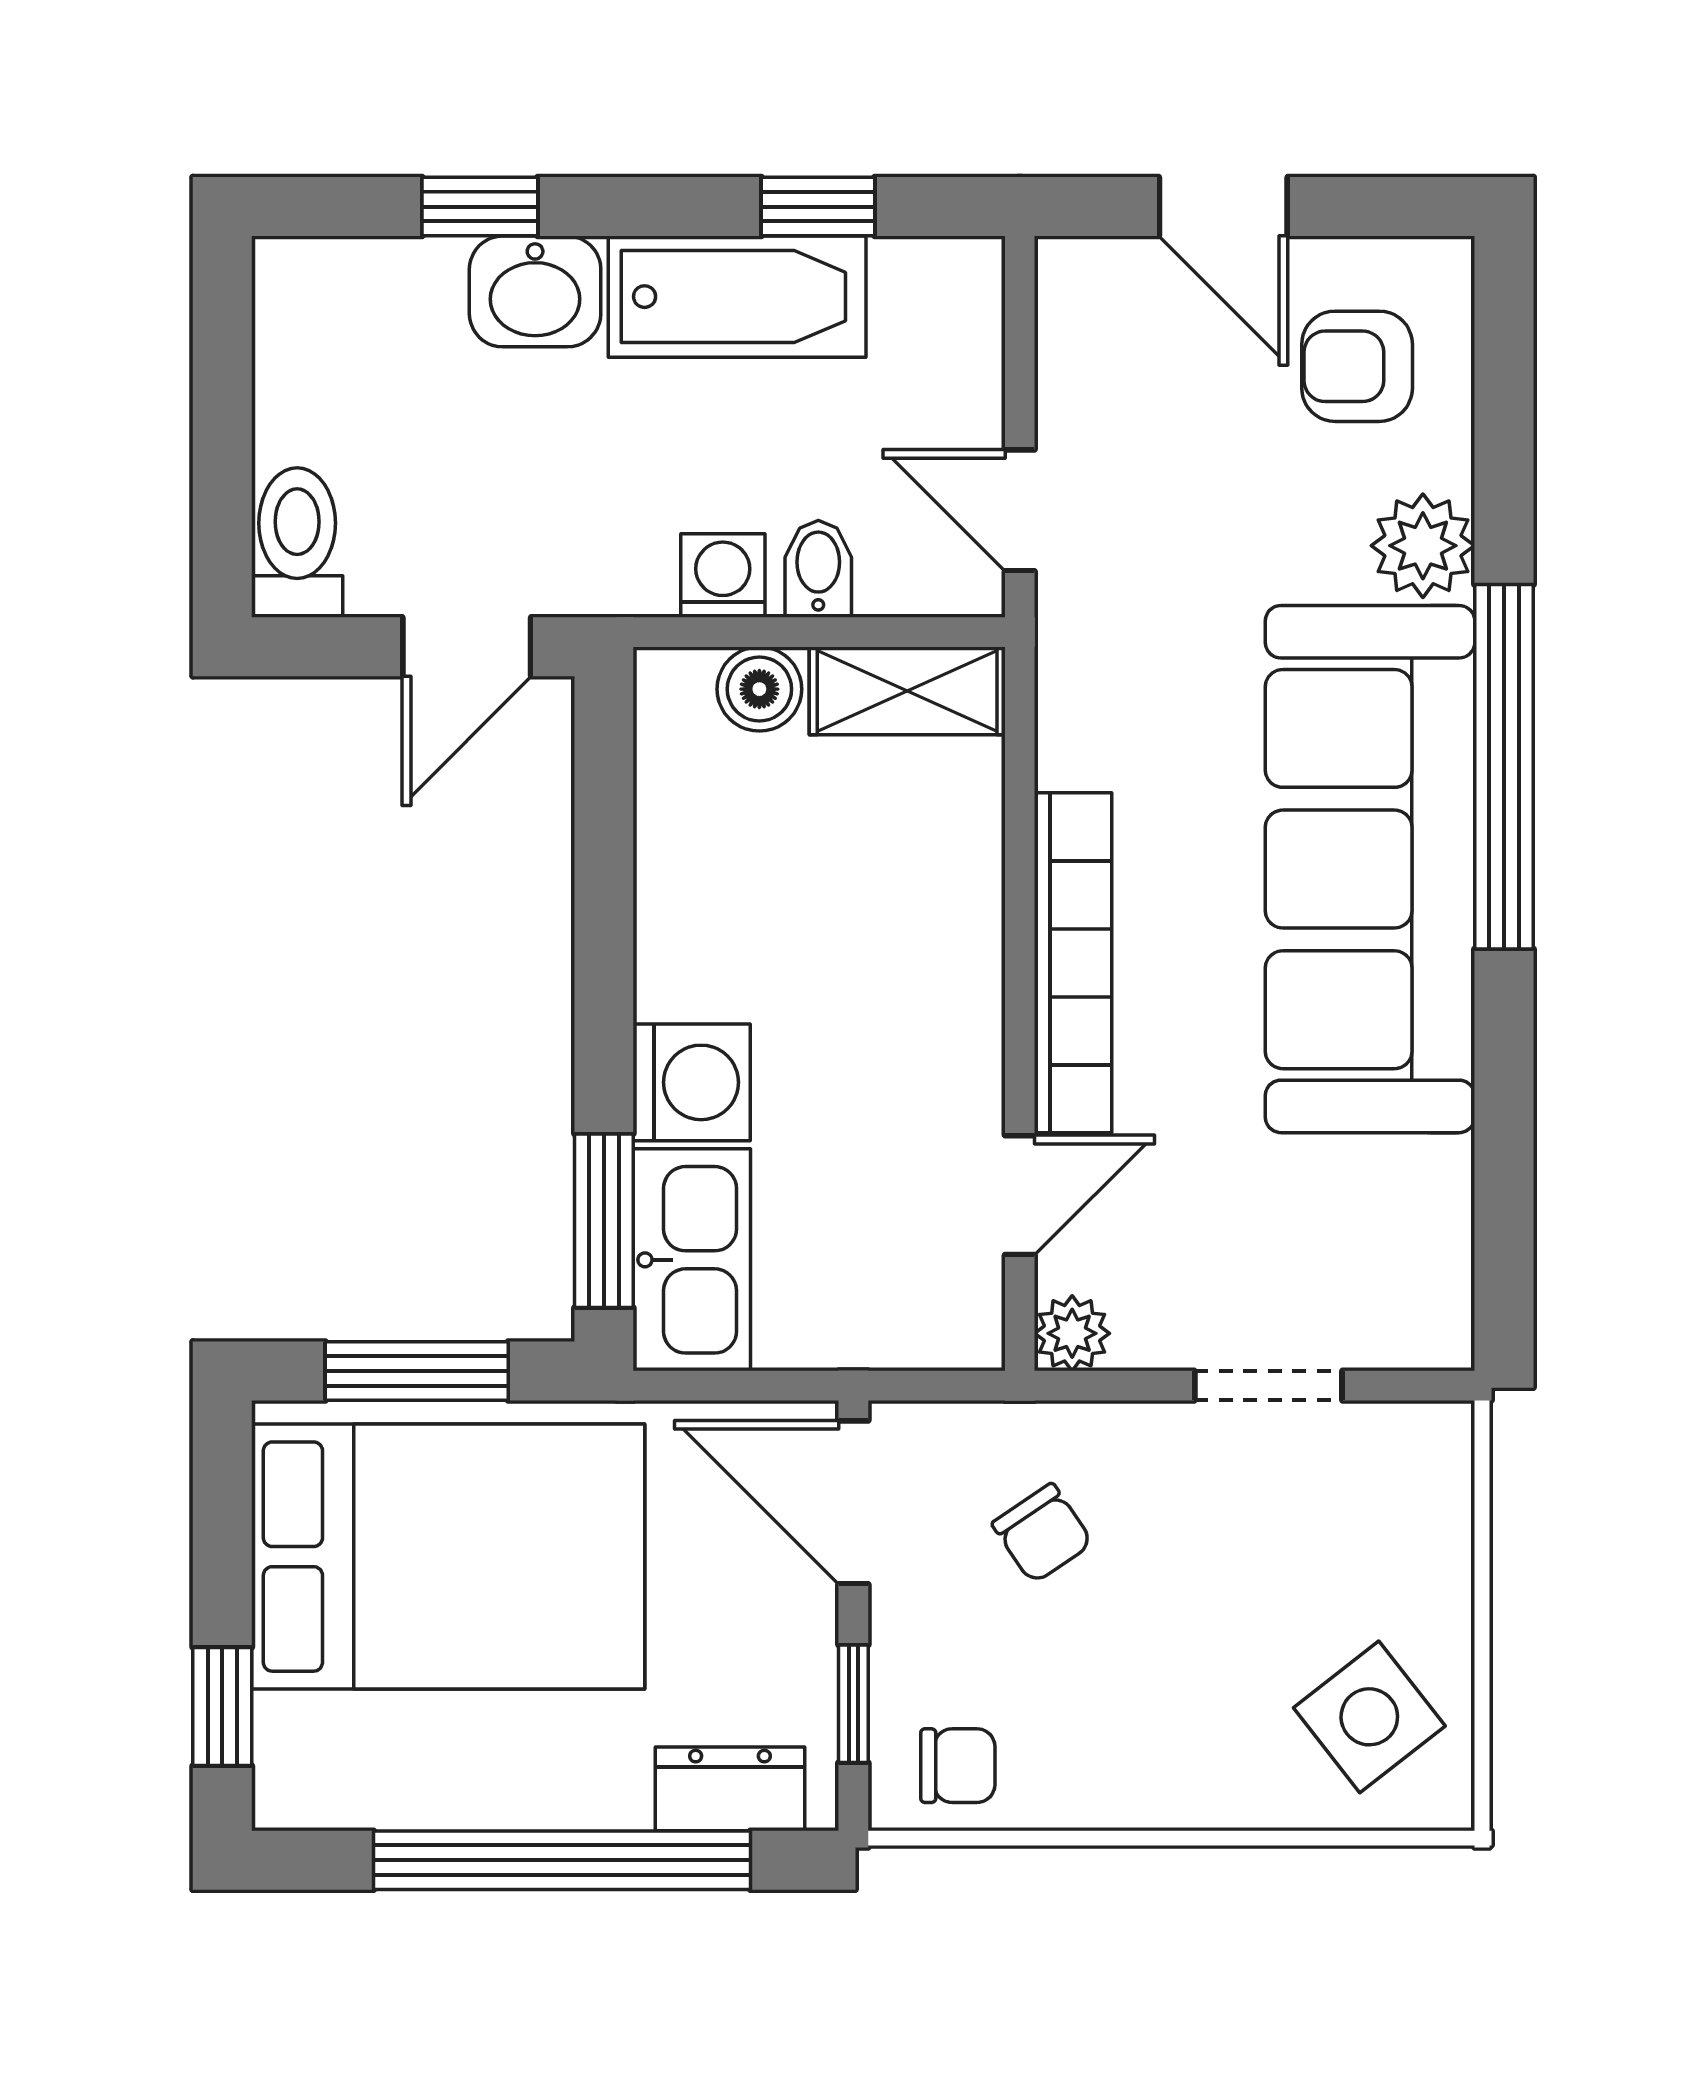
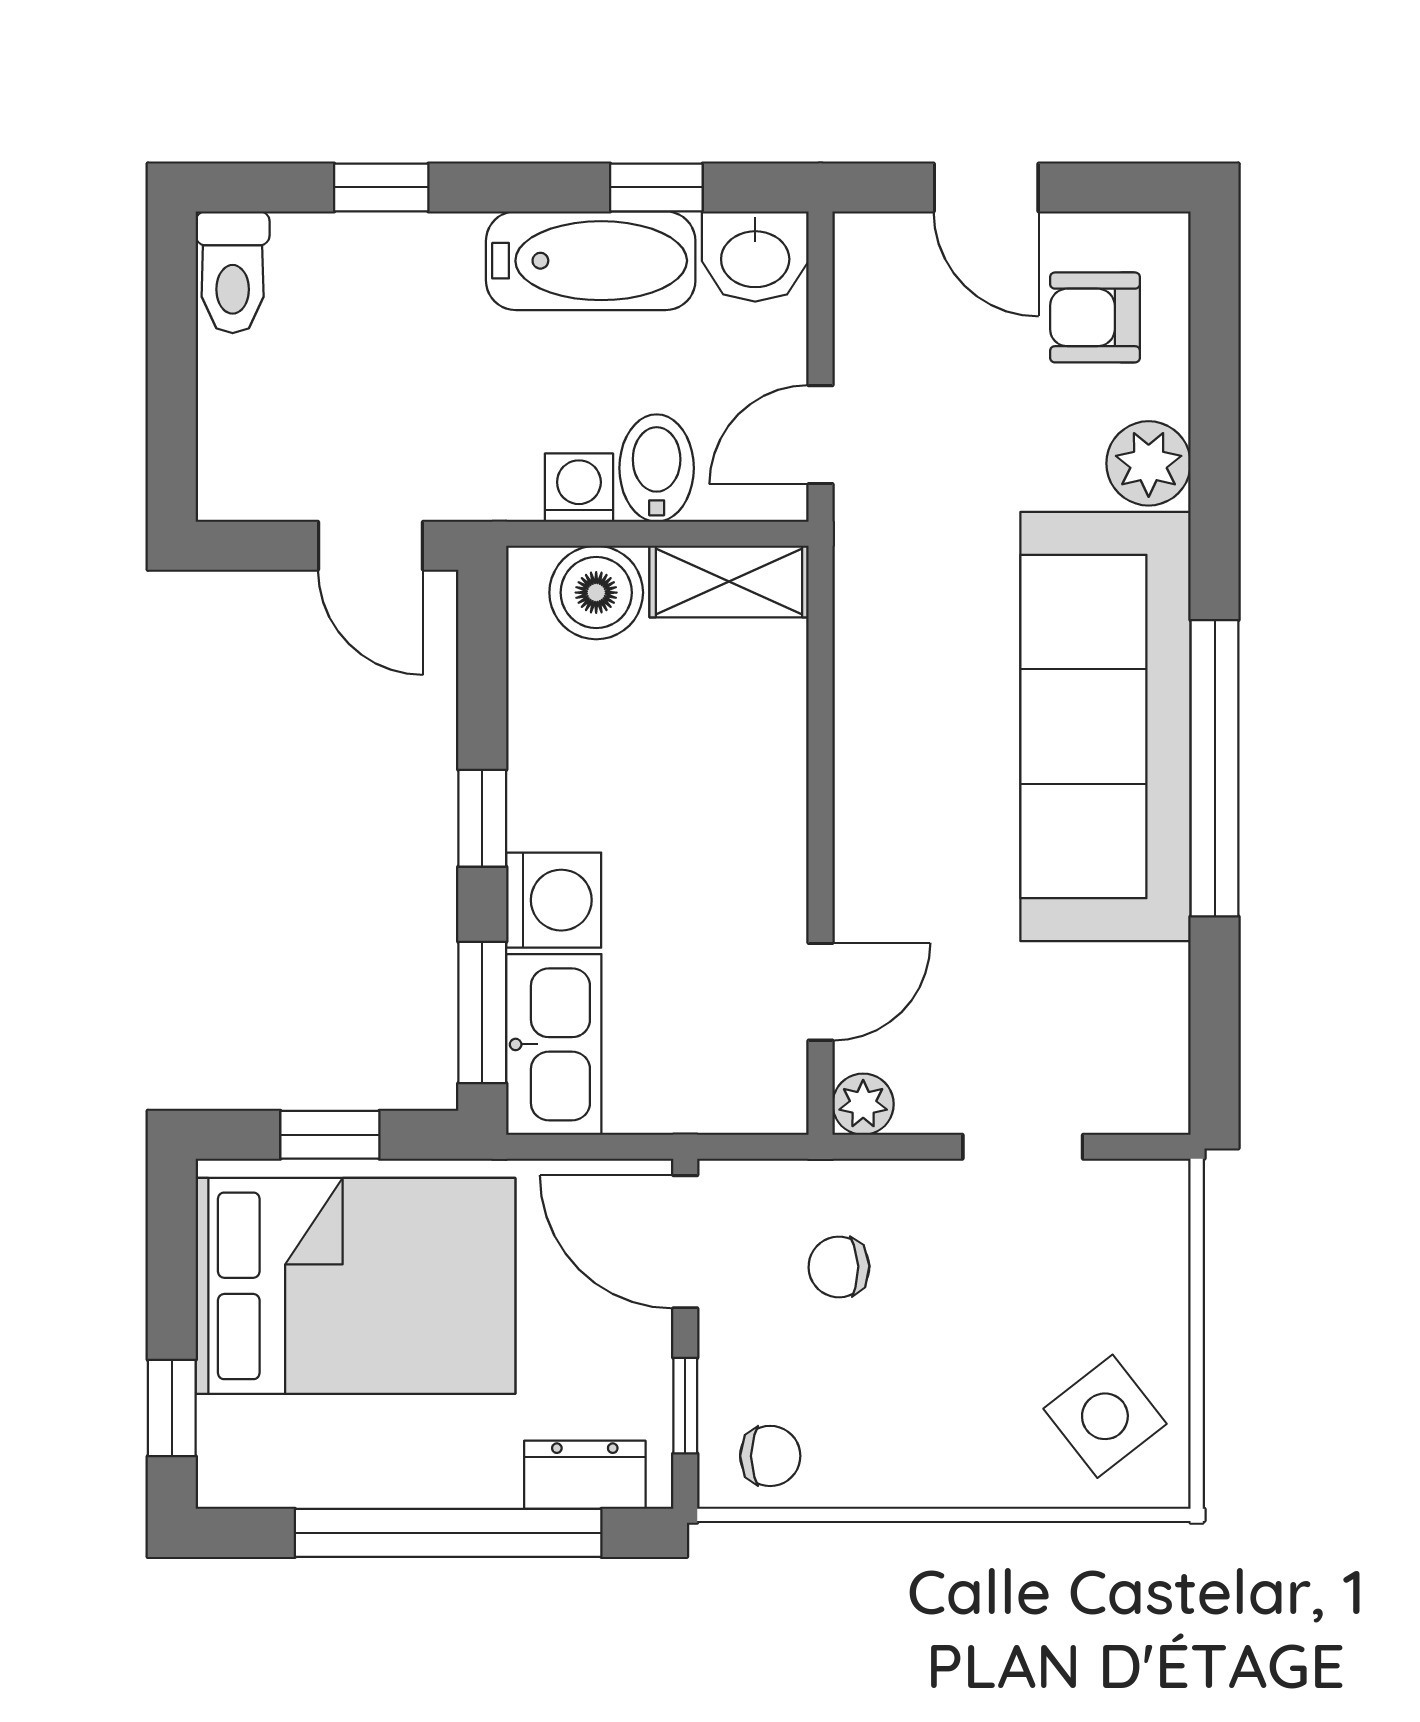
washbasin: (535, 291) -> (755, 257), moved
door: (1020, 510) -> (821, 435), hinge flipped
toilet: (297, 543) -> (233, 272), moved, turned 180
bidet: (818, 569) -> (657, 468), width x1.38, depth x1.36
door: (467, 647) -> (371, 546), hinge flipped
boiler: (759, 689) -> (596, 593), width x1.36, depth x1.36
window: (1504, 767) -> (1215, 768), moved
bookcase: (1073, 963) -> (864, 803), removed
window: (604, 982) -> (482, 818), added
window: (417, 1371) -> (330, 1135), width x0.67
chair: (1042, 1533) -> (839, 1267), turned 122

